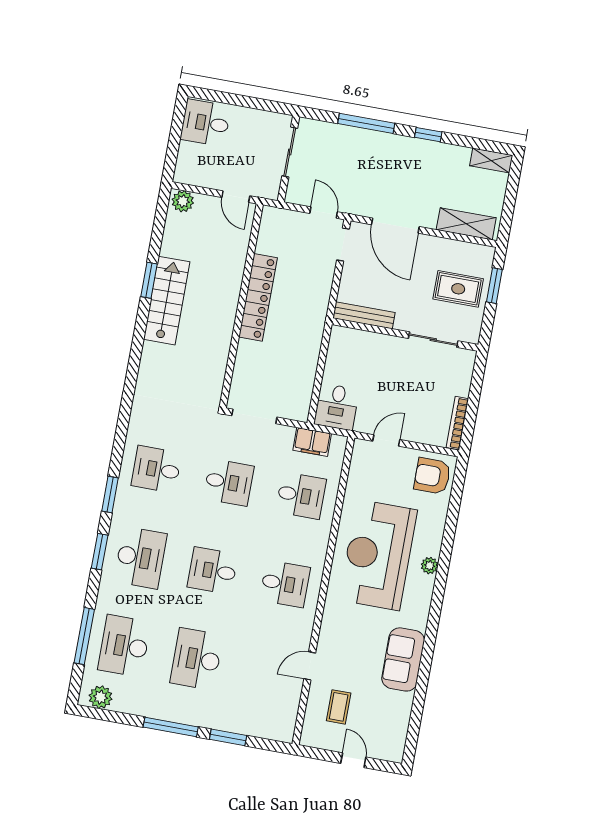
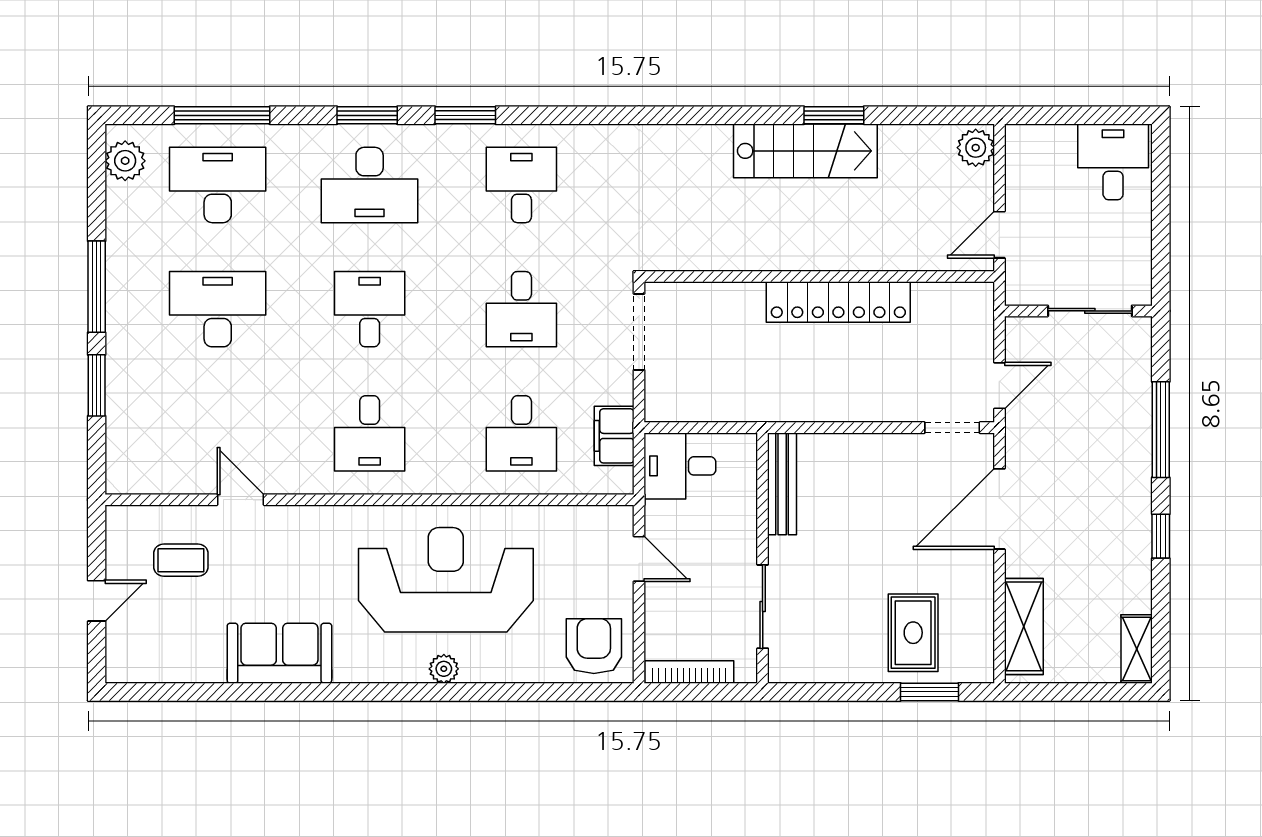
bench: (364, 315) -> (782, 484), moved
wall: (405, 335) -> (763, 558), moved
sliding door: (433, 340) -> (763, 607), moved

